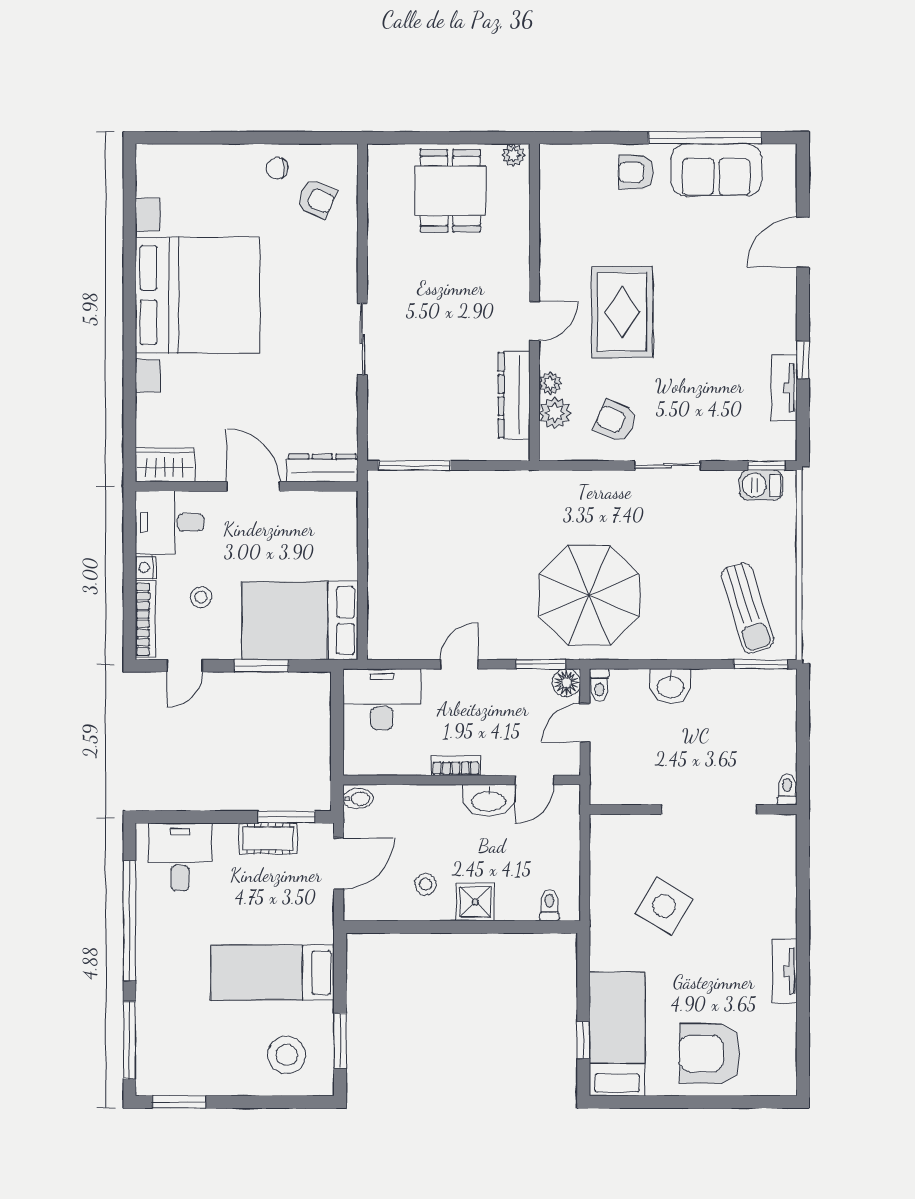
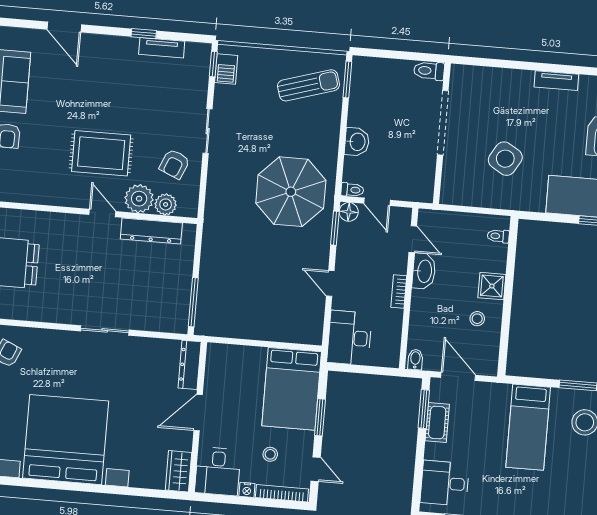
plant: (550, 383) -> (139, 199), width x1.87, depth x1.87
toilet: (787, 789) -> (429, 71), width x1.37, depth x1.39

